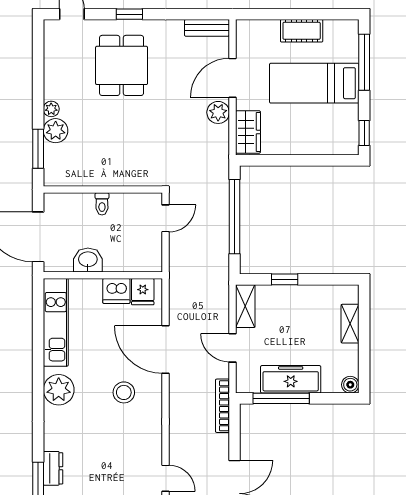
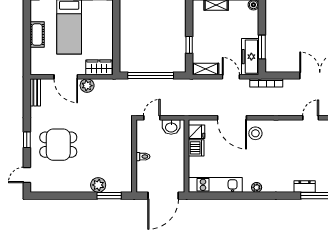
plant: (51, 109) -> (85, 188), removed
door: (166, 218) -> (152, 118), hinge flipped
washbasin: (88, 260) -> (171, 127), moved, turned -90
door: (232, 348) -> (231, 77), swing flipped
door: (166, 349) -> (232, 118), hinge flipped
freezer: (291, 379) -> (250, 57), moved
plant: (59, 390) -> (257, 187), width x0.53, depth x0.53
stool: (124, 392) -> (255, 133), moved
window: (281, 398) -> (262, 47), width x0.69

